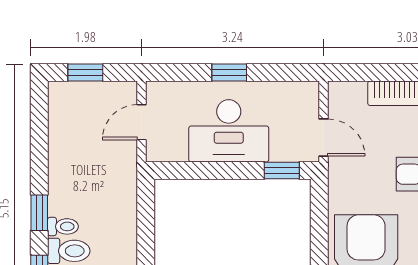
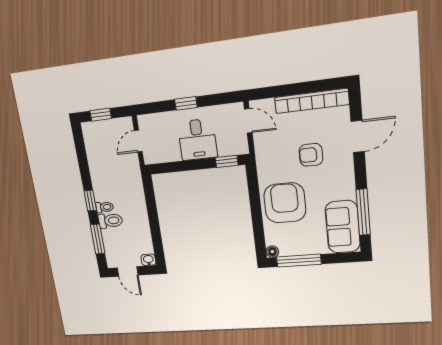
desk: (229, 131) -> (197, 140), width x0.73
door: (324, 137) -> (248, 121), moved

